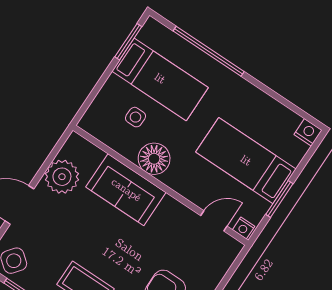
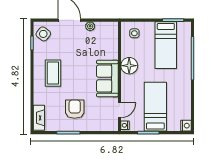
side table: (135, 117) -> (134, 33), moved
plant: (62, 177) -> (90, 26), width x0.53, depth x0.53
sofa: (126, 190) -> (107, 78), moved
door: (214, 221) -> (119, 110), hinge flipped

